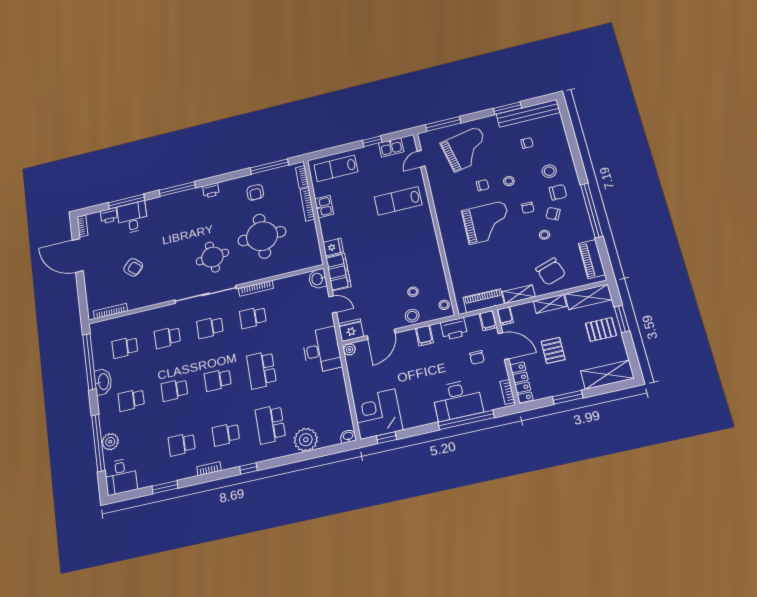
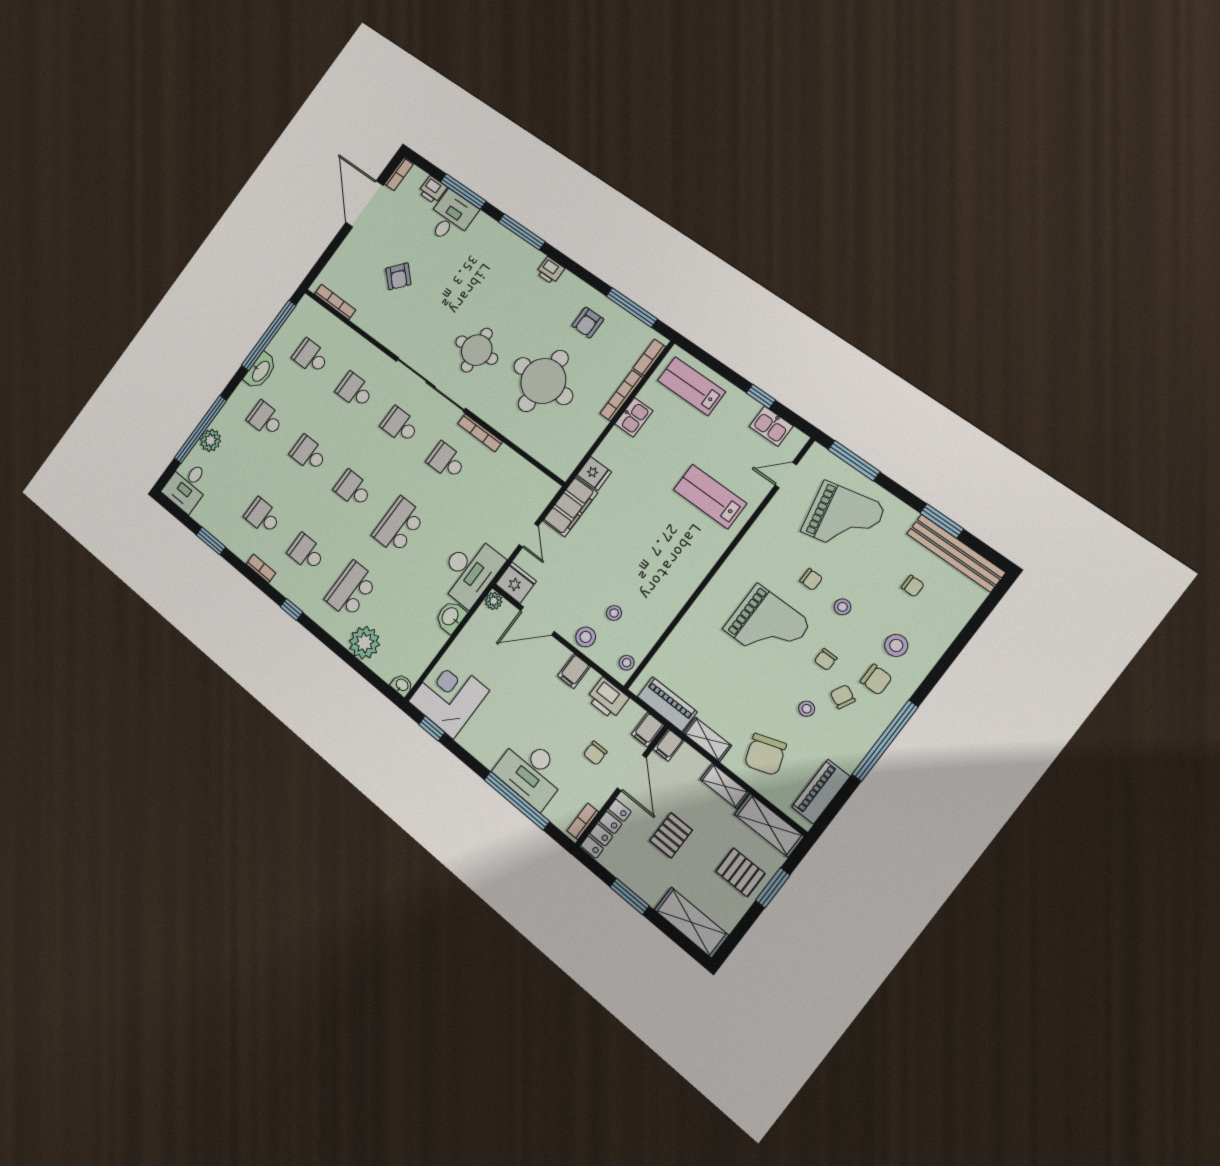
washbasin: (318, 279) -> (451, 617), moved

